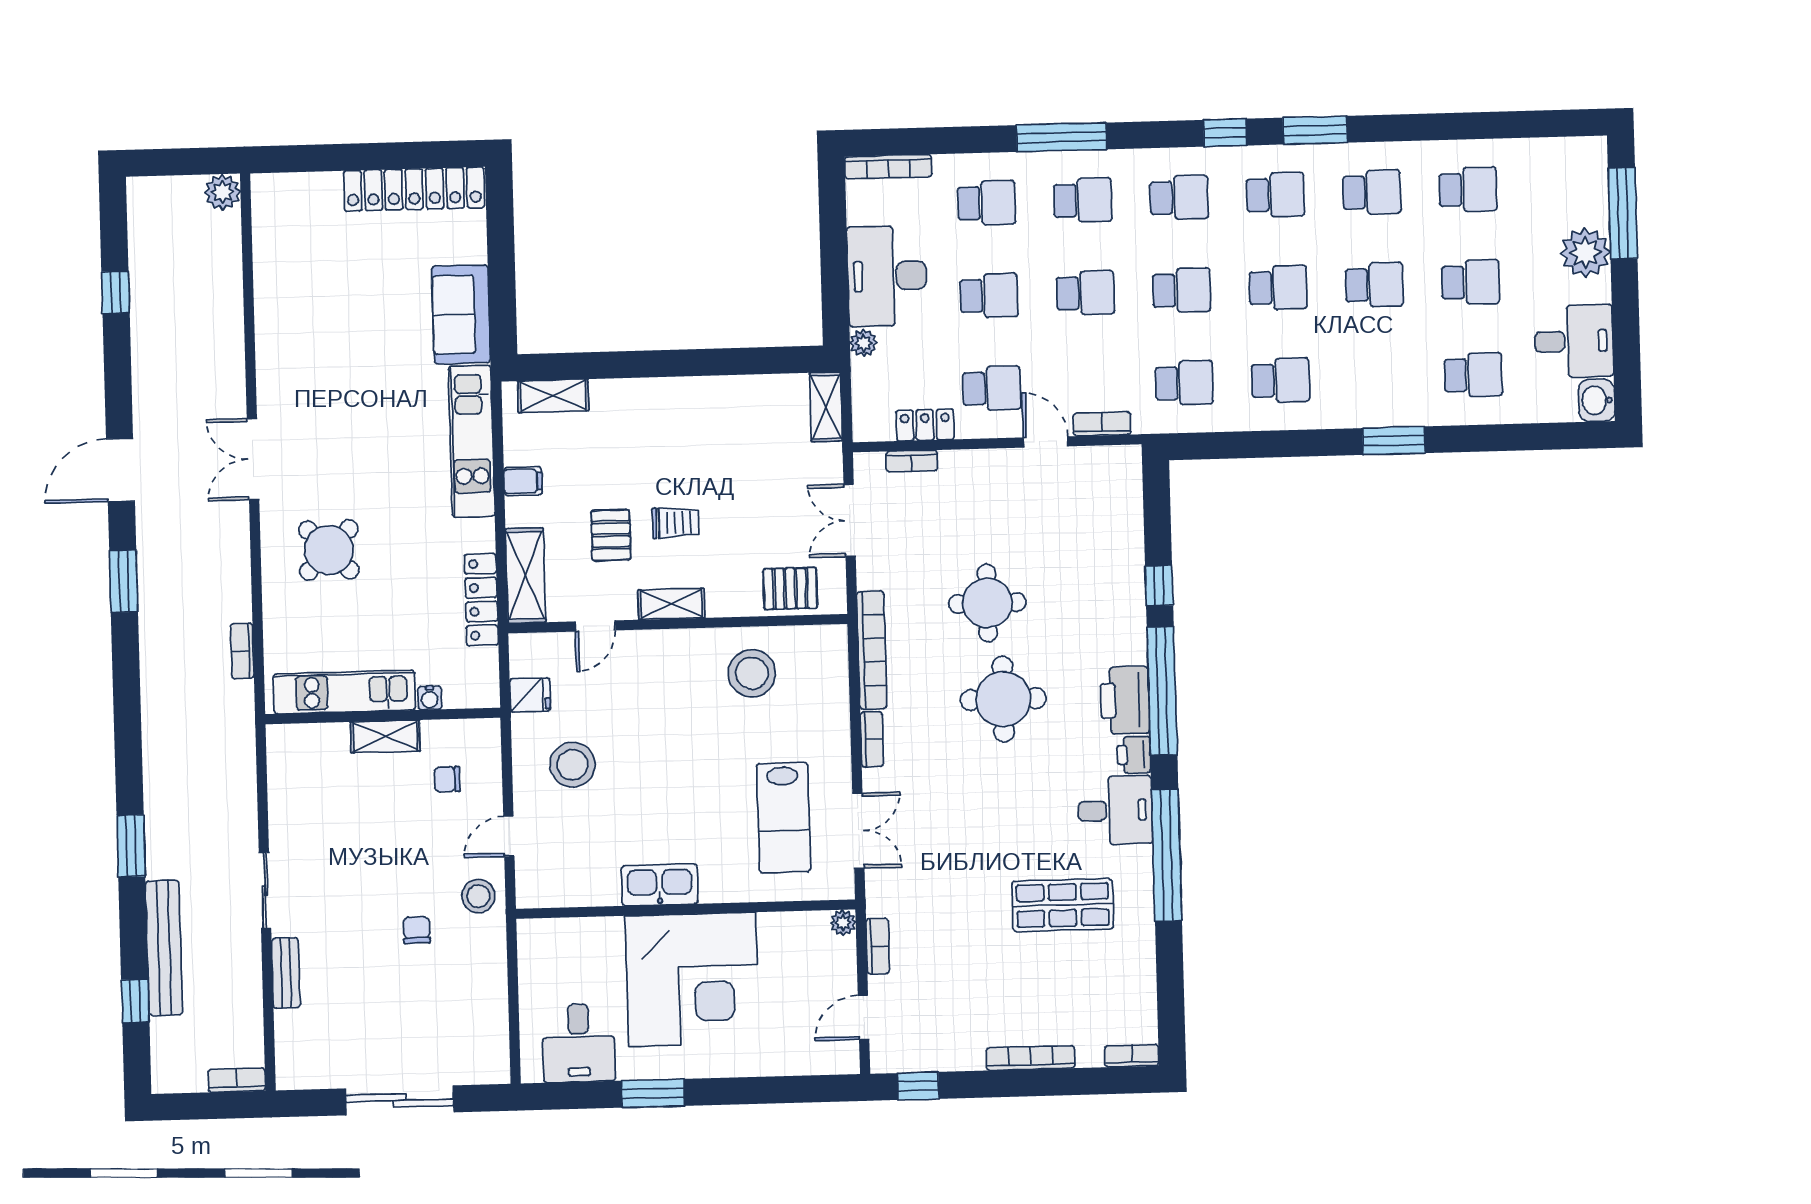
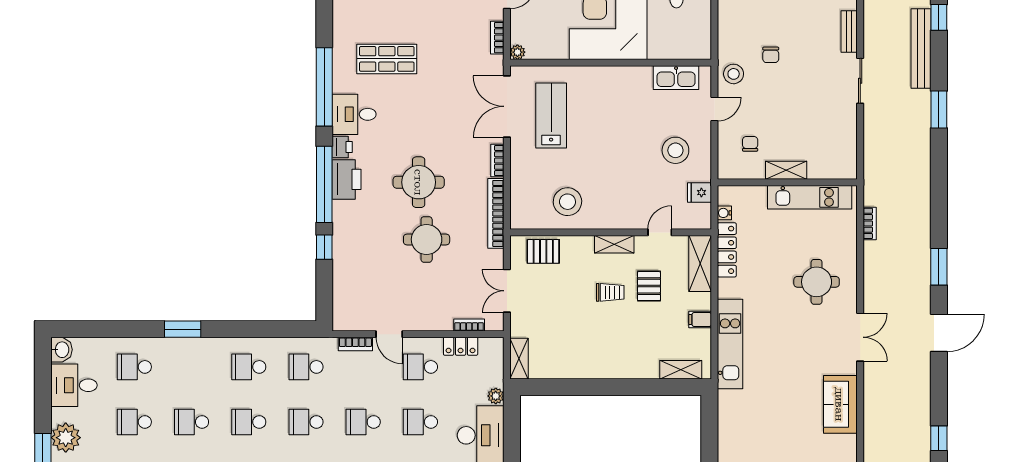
sofa: (461, 315) -> (840, 404), moved, turned 180
double door: (850, 520) -> (507, 291), swing flipped
trolley: (676, 523) -> (610, 292), turned 180
round table: (329, 550) -> (817, 282), turned 45
water cooler: (430, 698) -> (724, 213), moved, turned -90
chair: (447, 779) -> (750, 144), turned -90
double door: (858, 831) -> (507, 106), width x1.37
kitchen sink: (660, 885) -> (676, 78), moved

